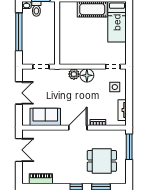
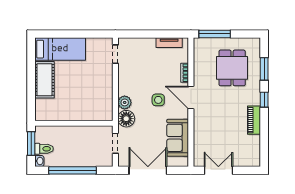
floor lamp: (87, 75) -> (126, 119), moved
side table: (115, 87) -> (158, 100), moved
double door: (19, 93) -> (148, 170), width x1.37
piano: (41, 179) -> (254, 120), moved

